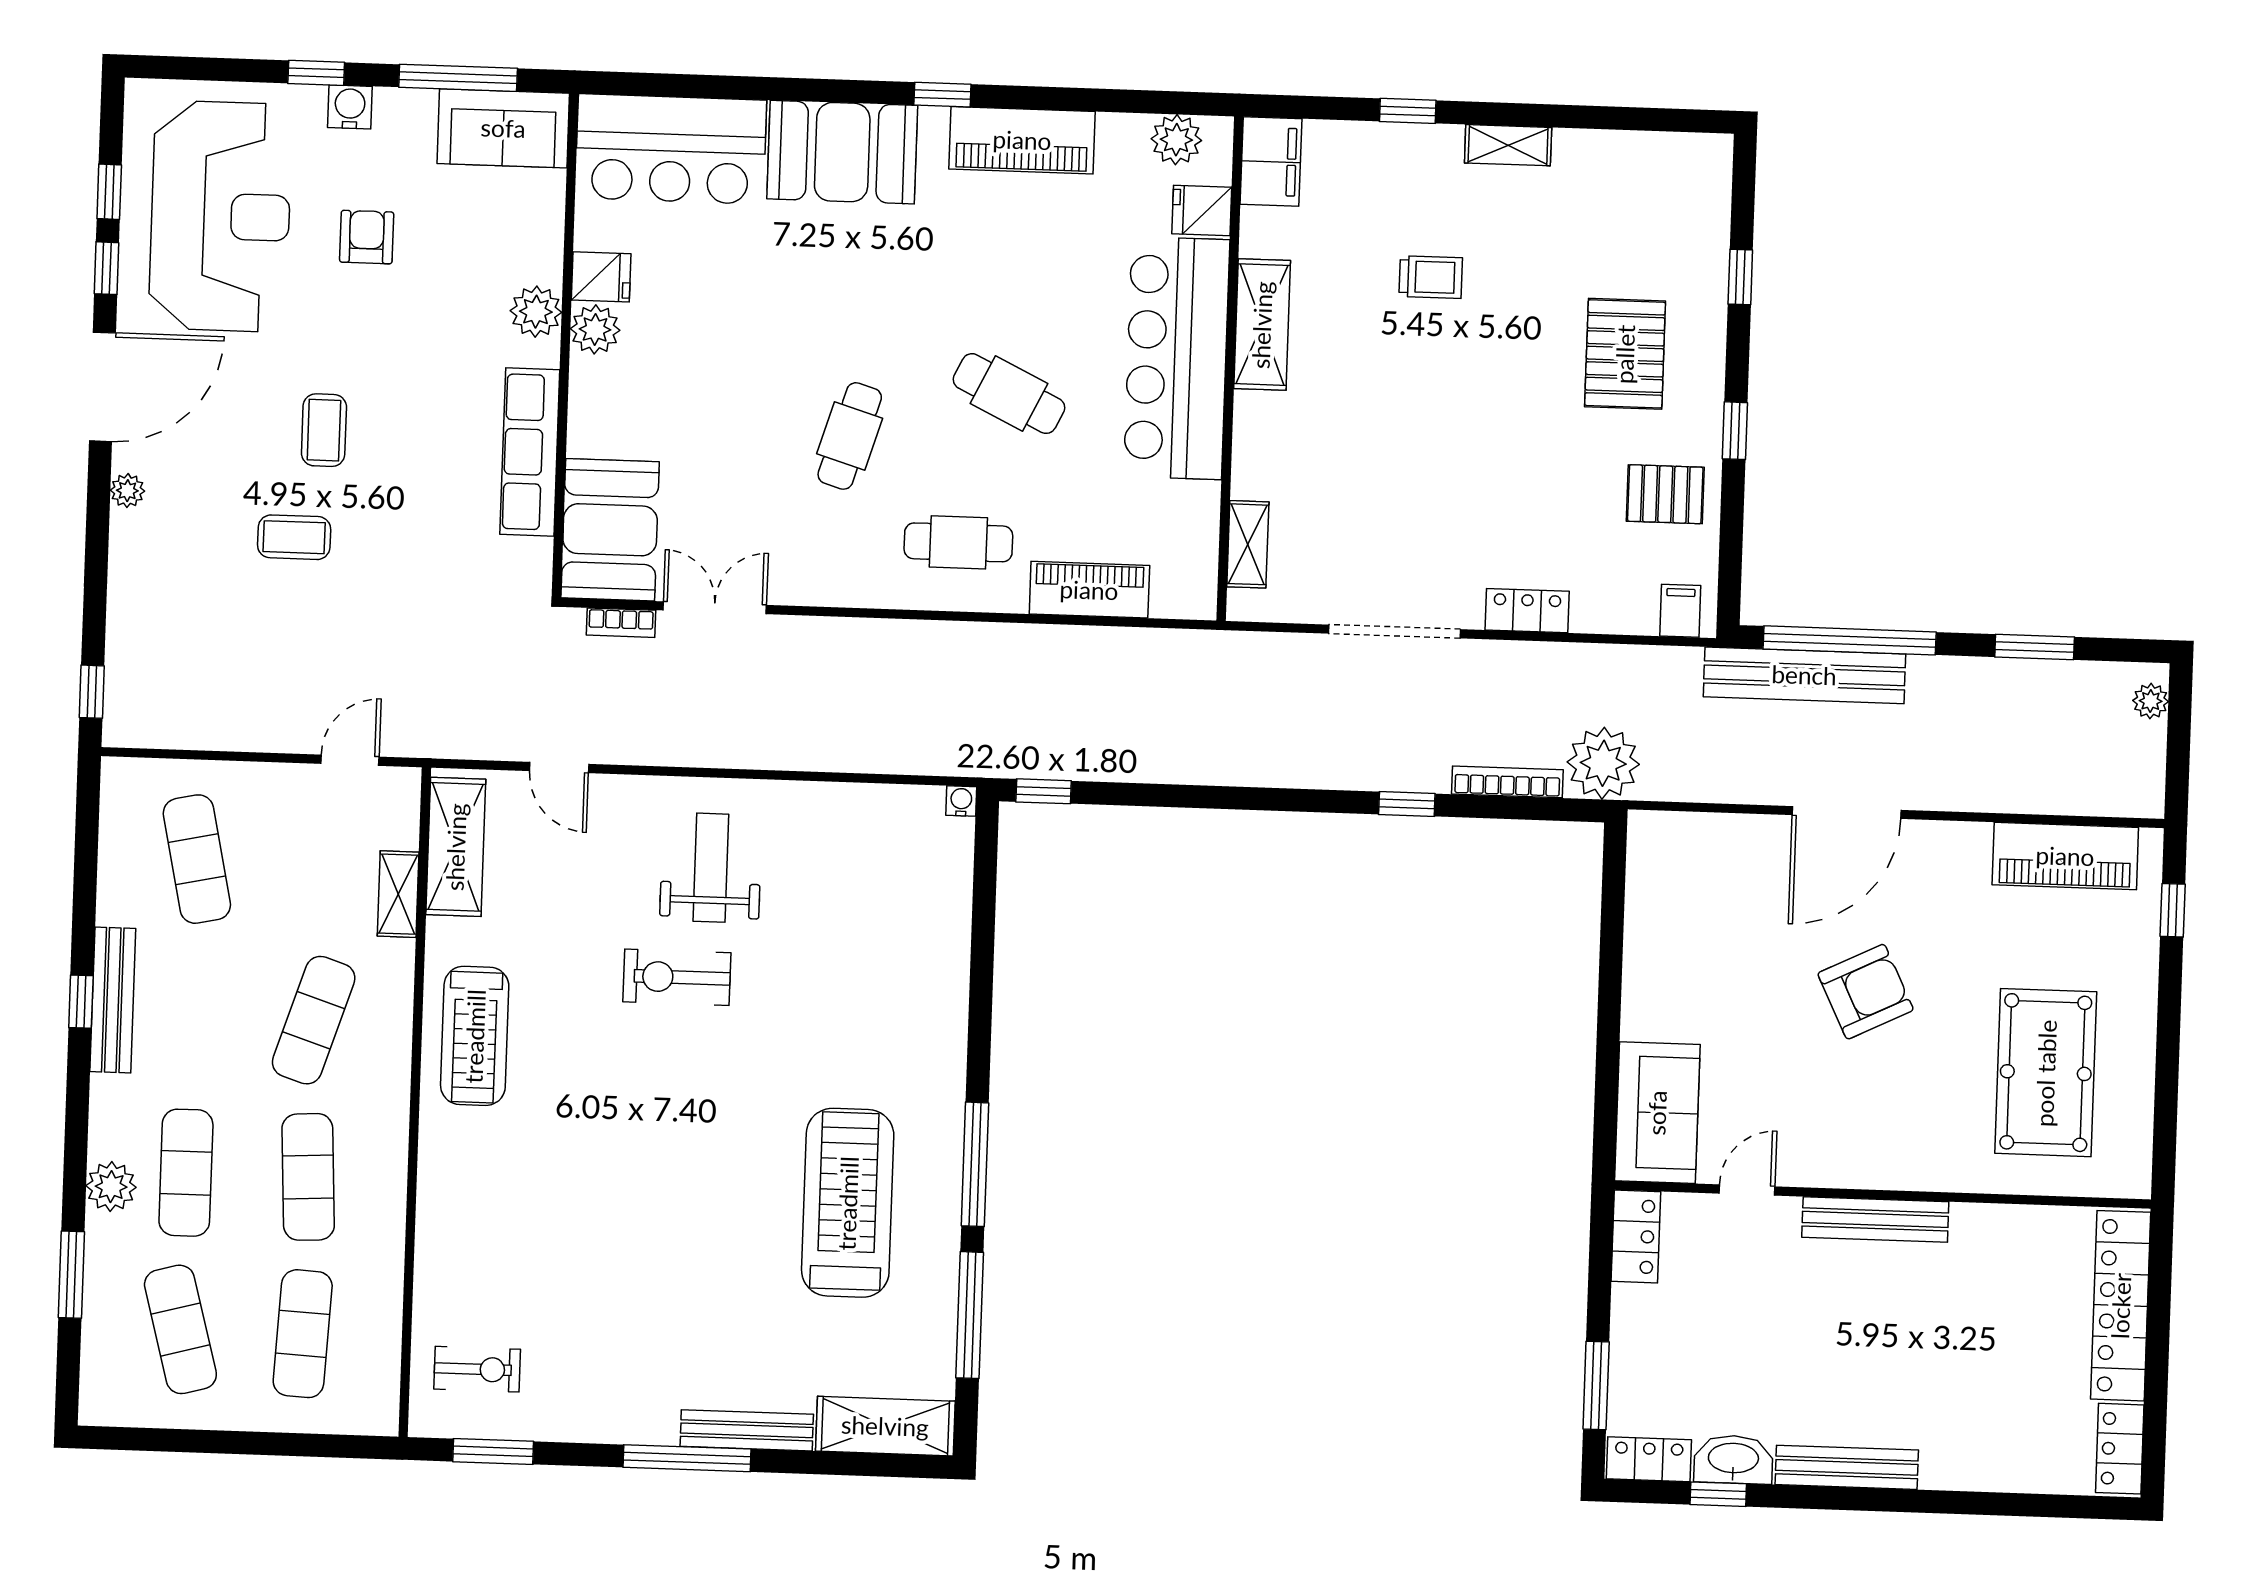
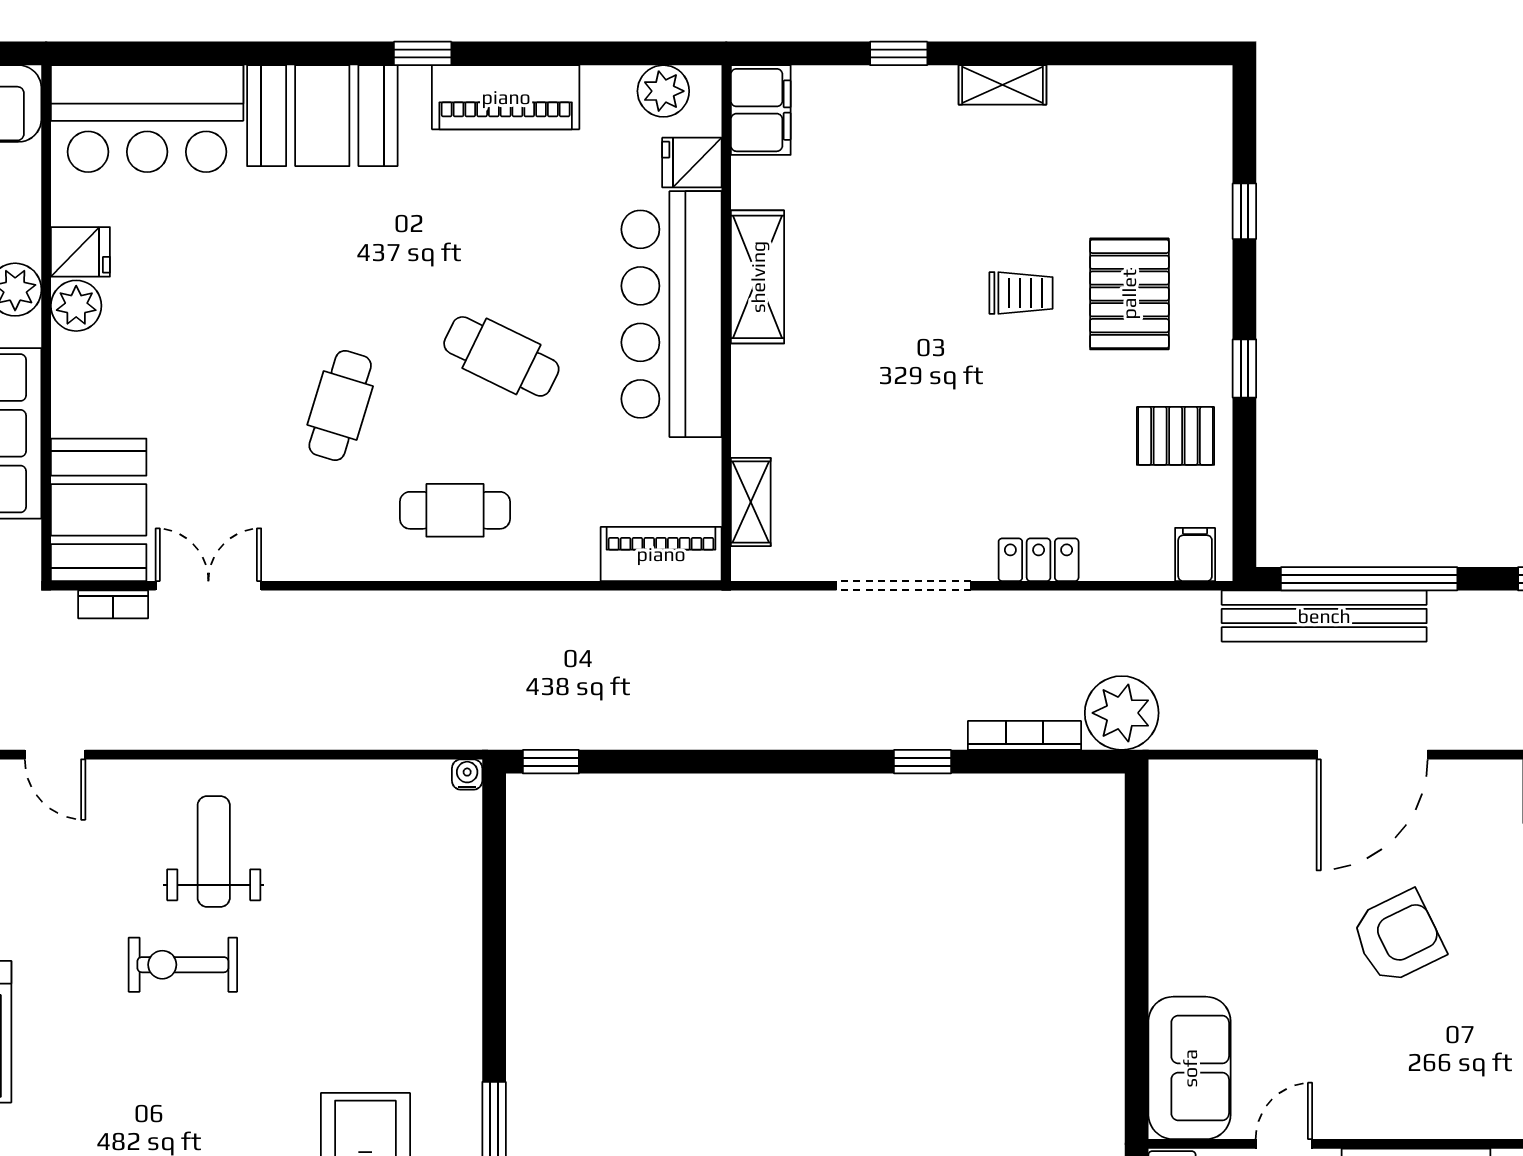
trolley: (1431, 277) -> (1021, 293), moved
piano: (1089, 590) -> (661, 554), moved

